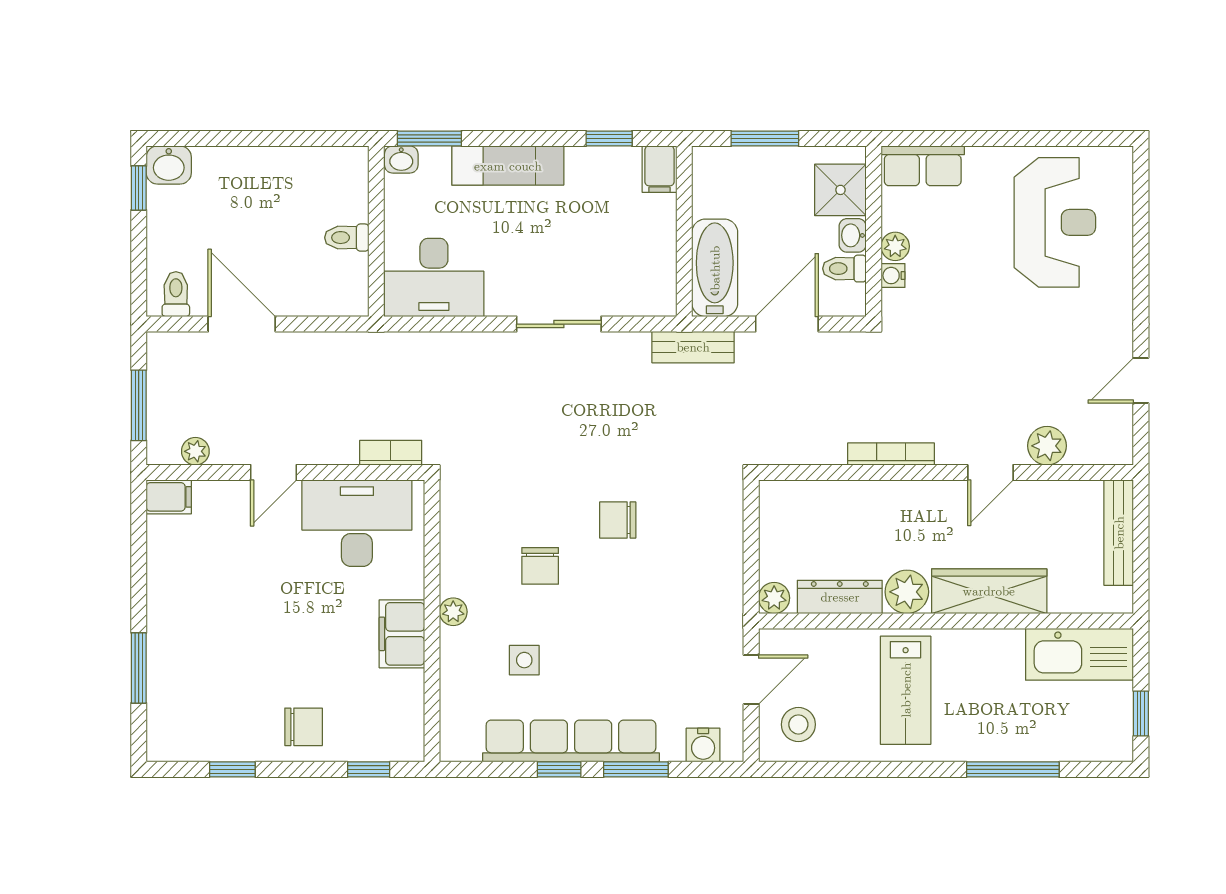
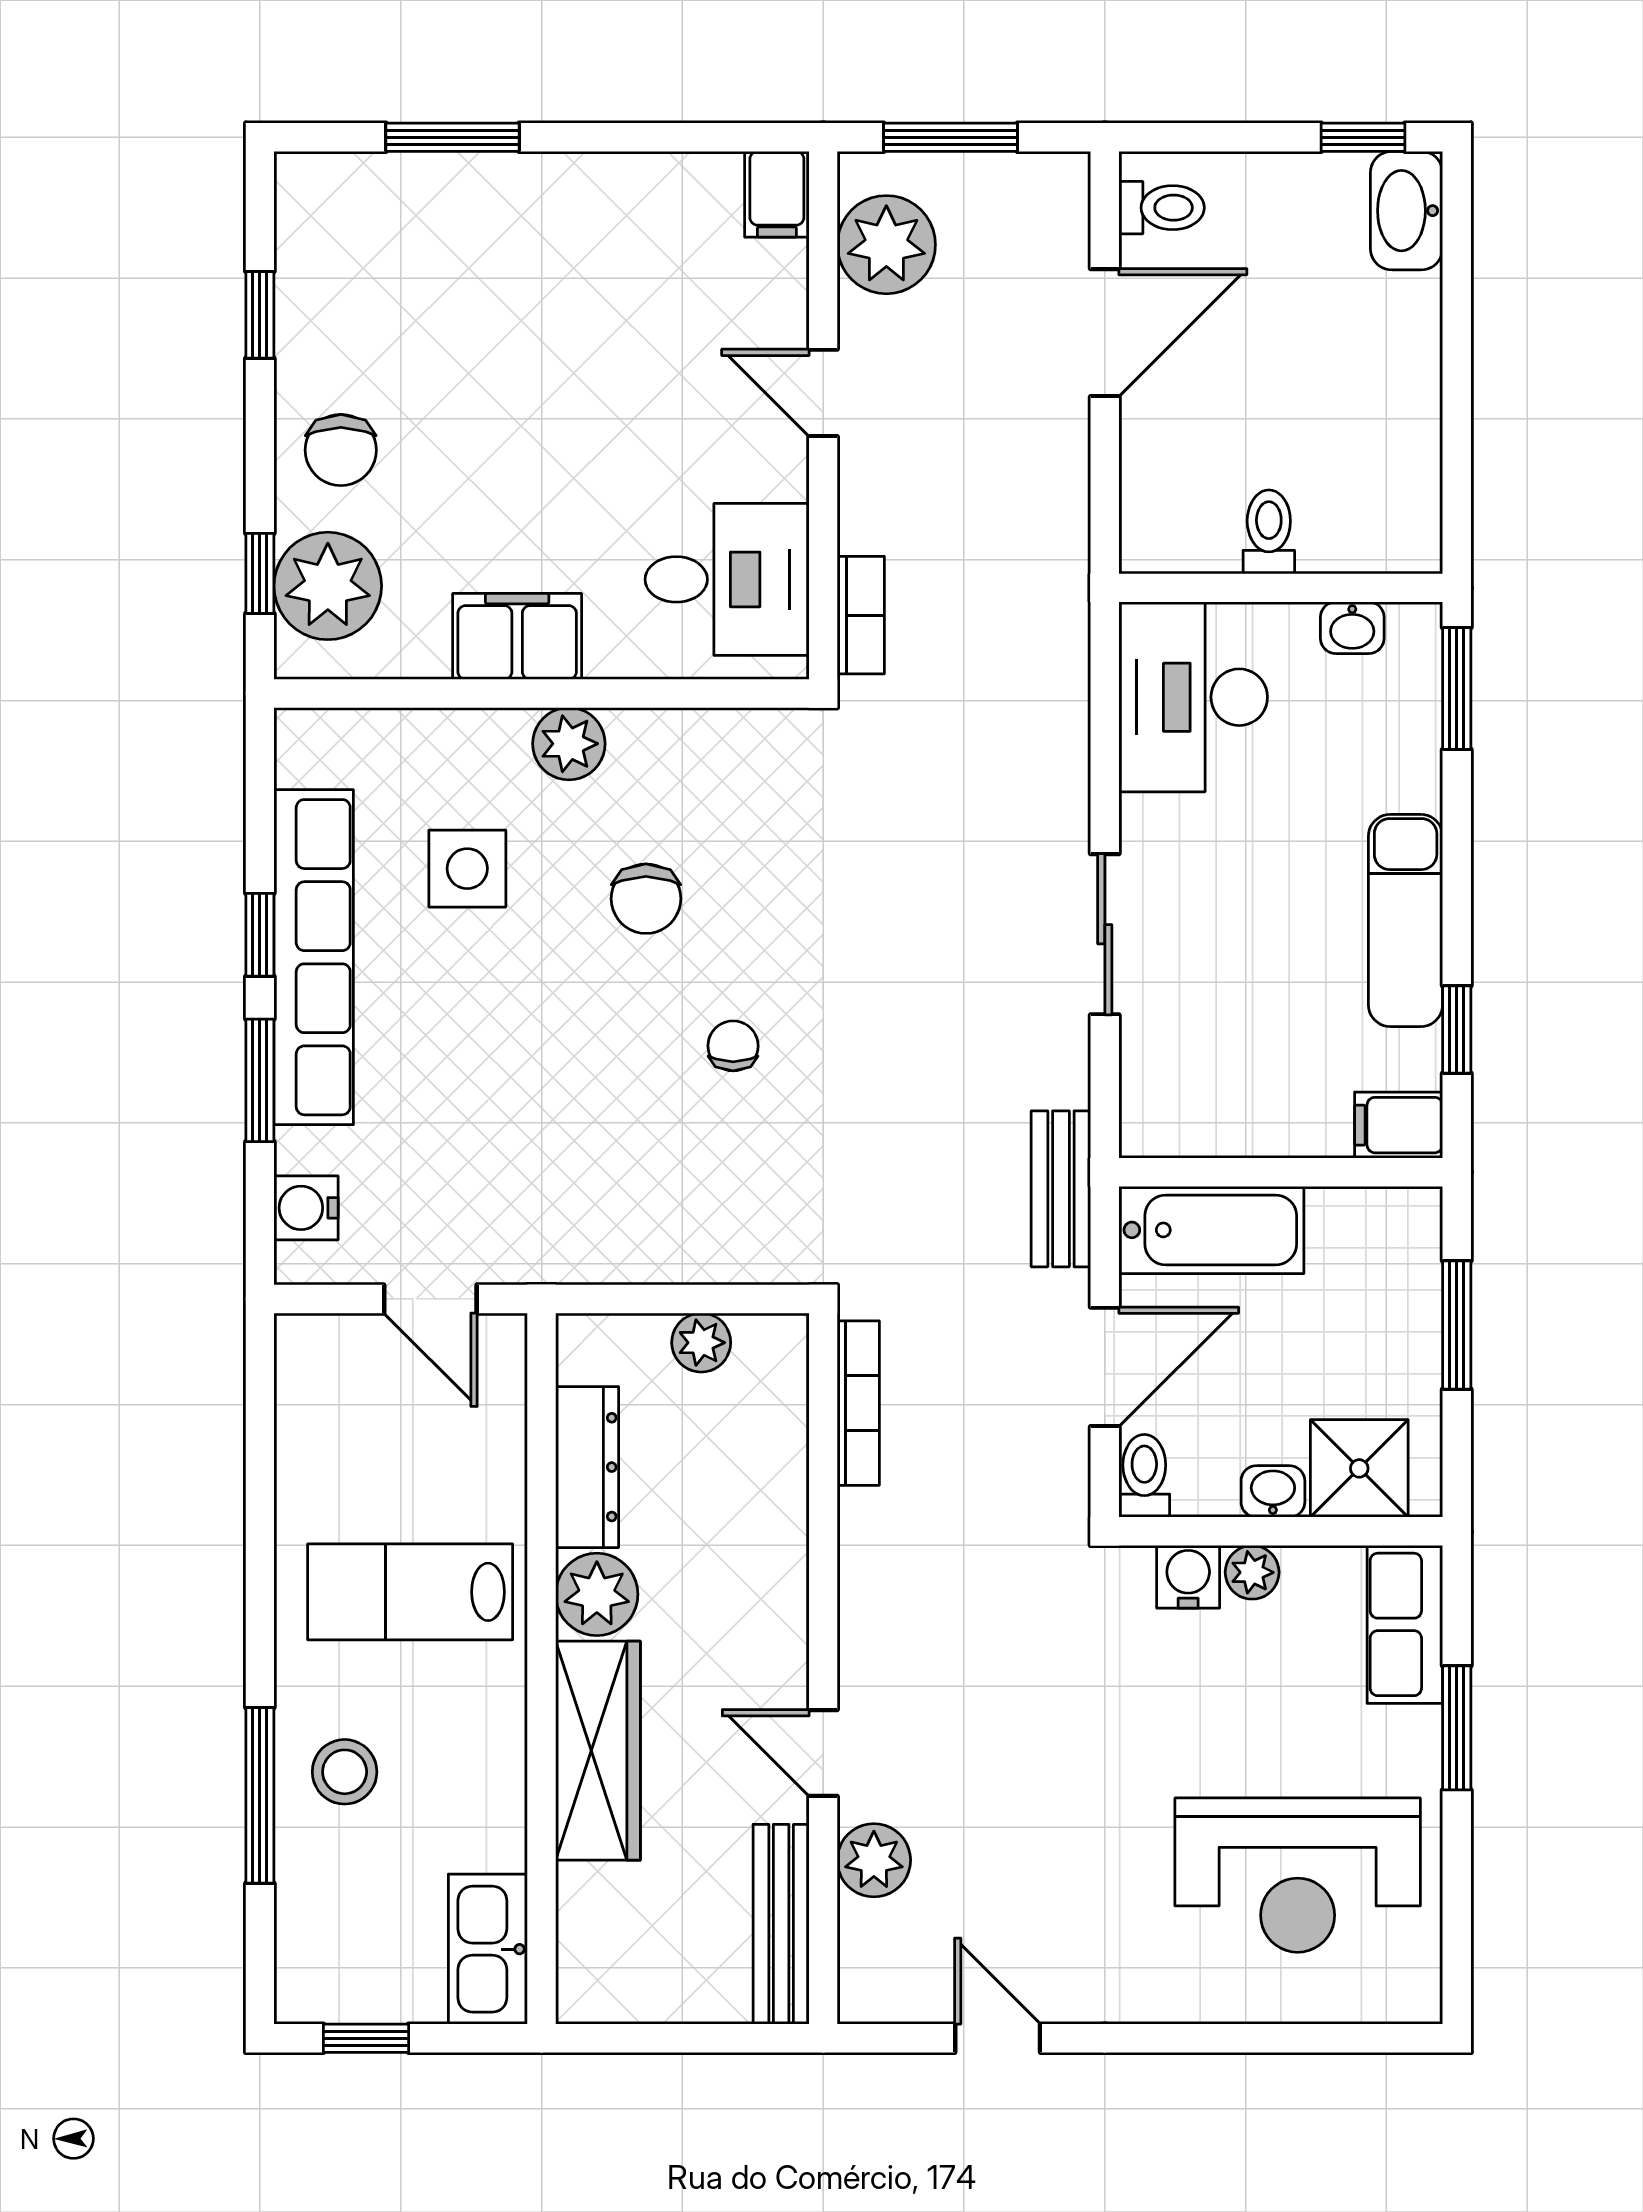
window: (977, 138) -> (1457, 1728), added
washbasin: (401, 159) -> (1352, 628), moved, turned -90
washbasin: (169, 165) -> (1406, 211), width x1.38
exam couch: (508, 166) -> (1406, 921), moved
toilet: (844, 269) -> (1144, 1476), moved
water cooler: (893, 276) -> (1188, 1577), width x1.38, depth x1.38
door: (787, 324) -> (1105, 1367), hinge flipped
plant: (195, 451) -> (886, 245), width x1.88, depth x1.88
bookcase: (891, 454) -> (858, 1403), moved
chair: (618, 520) -> (733, 1046), width x0.73, depth x0.73
desk: (357, 523) -> (727, 579), width x0.73
bench: (1119, 533) -> (781, 1924), moved, turned 90
chair: (540, 566) -> (646, 899), turned -90
plant: (774, 598) -> (701, 1343), moved
plant: (453, 612) -> (569, 744), width x1.38, depth x1.38
kitchen sink: (1079, 654) -> (488, 1949), width x0.73, depth x0.81
side table: (524, 660) -> (467, 869), width x1.37, depth x1.37
stool: (798, 724) -> (345, 1772), moved
plant: (375, 734) -> (328, 586), added

